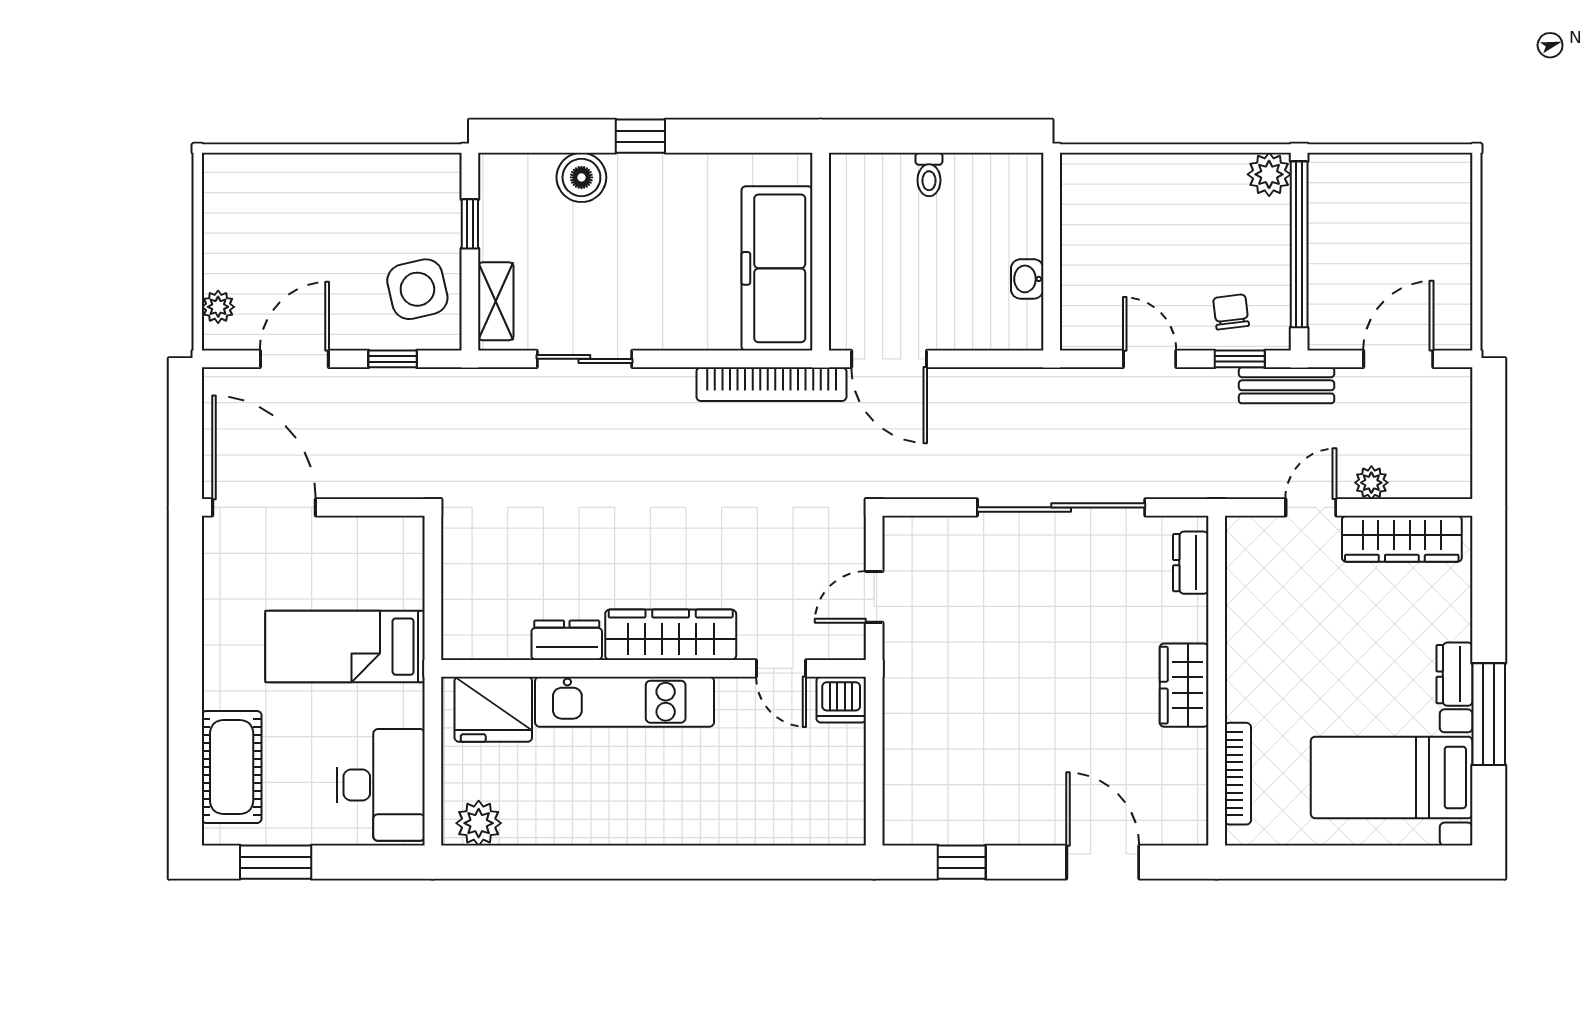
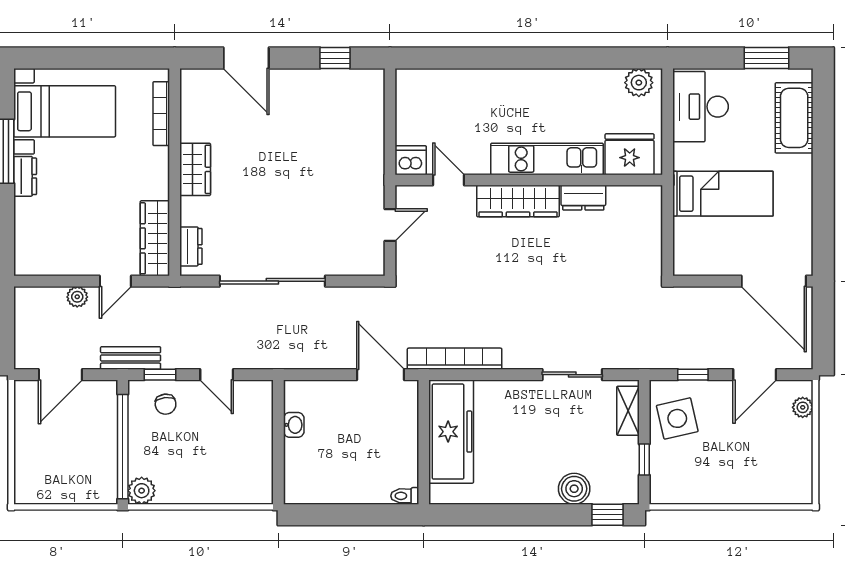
window: (640, 136) -> (608, 515), moved
toilet: (929, 175) -> (405, 496), moved, turned -90
wardrobe: (1402, 539) -> (155, 238), moved, turned -90

